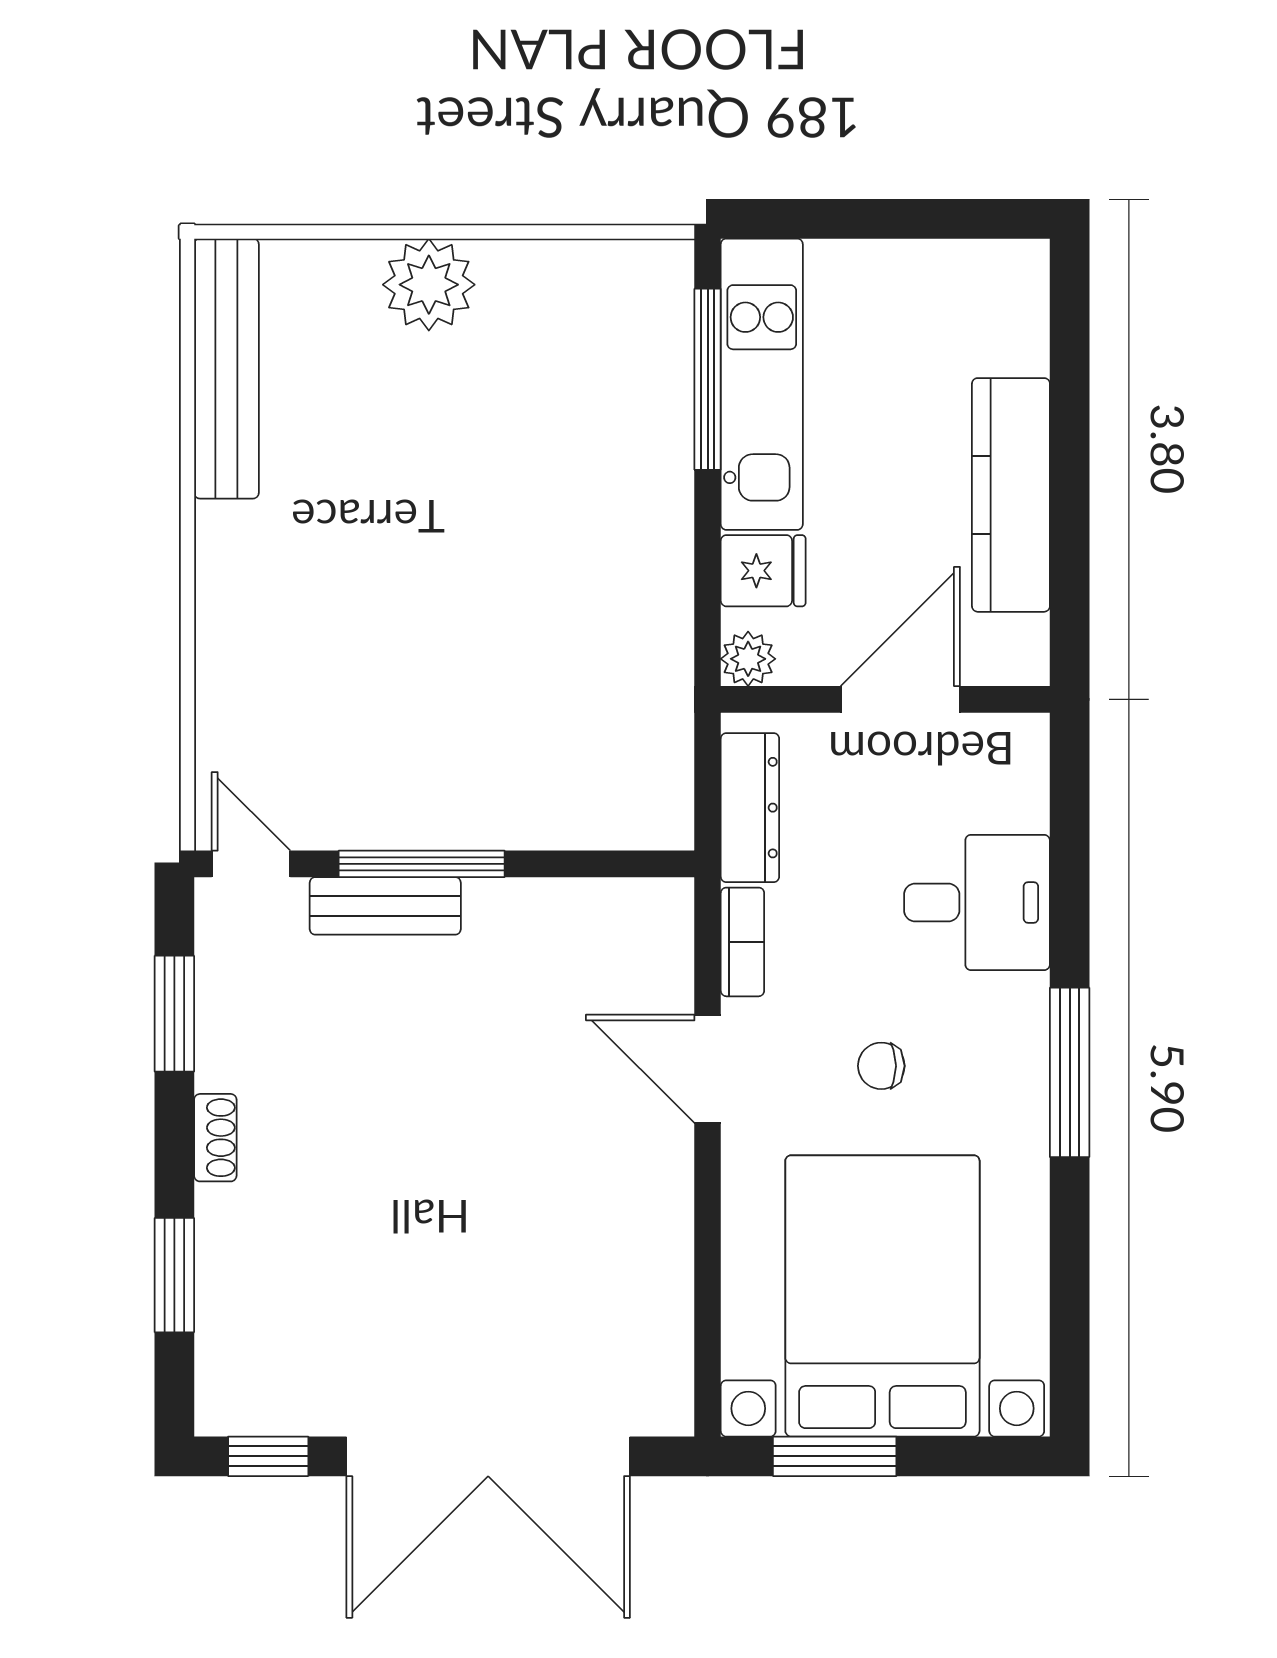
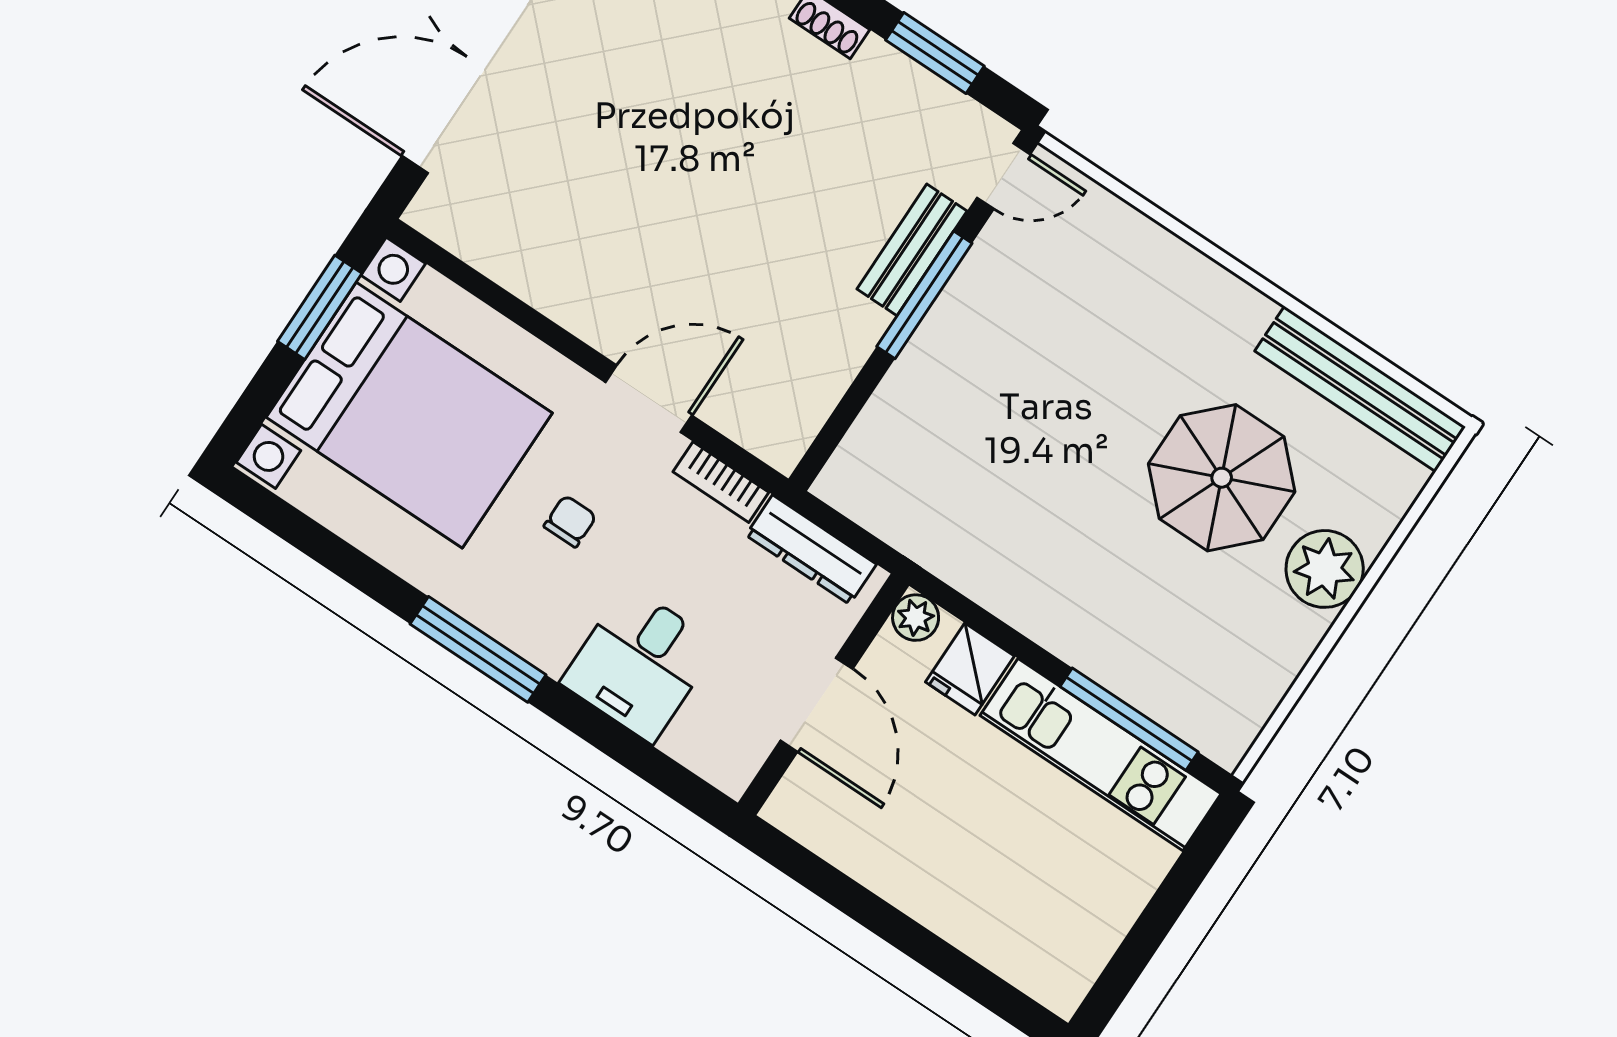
parasol: (406, 447) -> (1222, 478), added
kitchen counter: (1011, 495) -> (908, 877), removed

